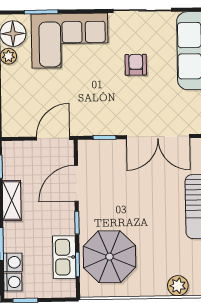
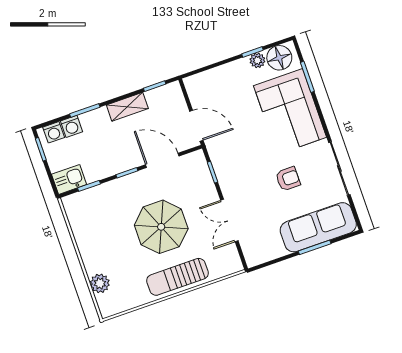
double door: (158, 137) -> (229, 220), width x0.73
kitchen sink: (64, 257) -> (69, 179), moved, width x0.73
parasol: (109, 257) -> (161, 227), moved

